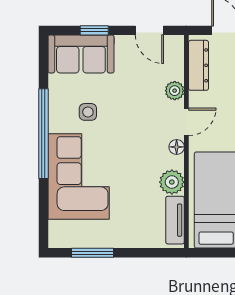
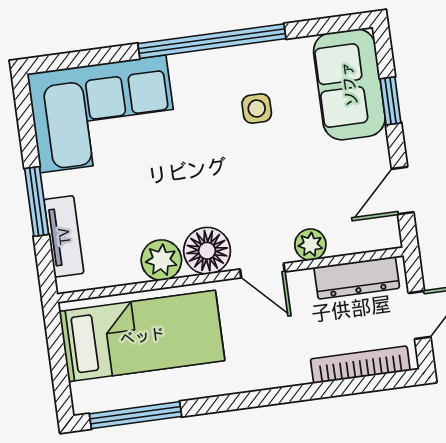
floor lamp: (177, 147) -> (207, 251), width x1.89, depth x1.89
corner sofa: (79, 176) -> (103, 114), moved
tv unit: (175, 220) -> (64, 236), moved, turned 90
window: (92, 253) -> (37, 202), moved

